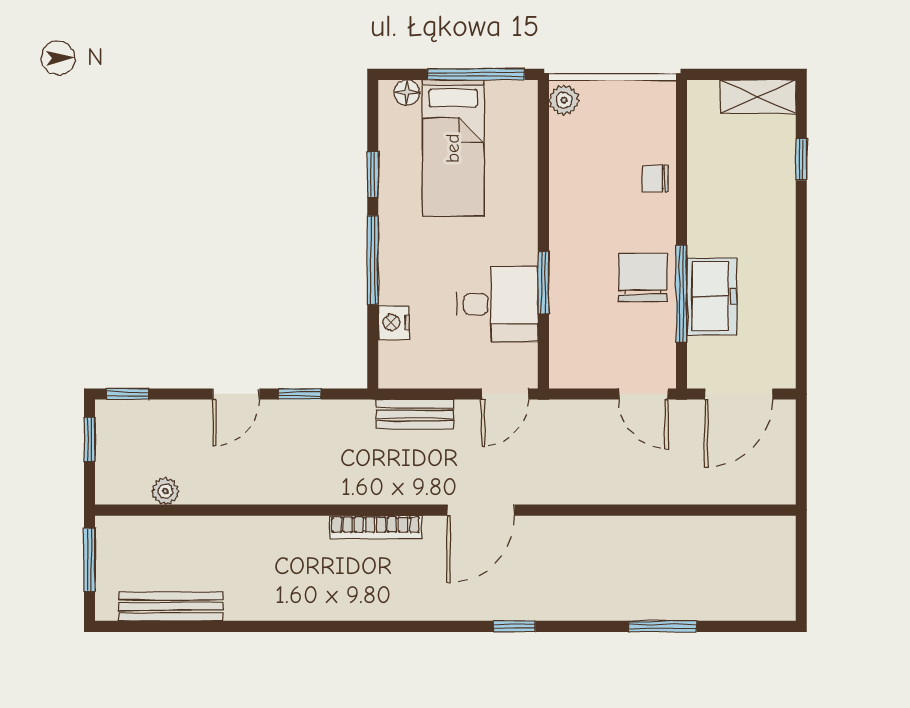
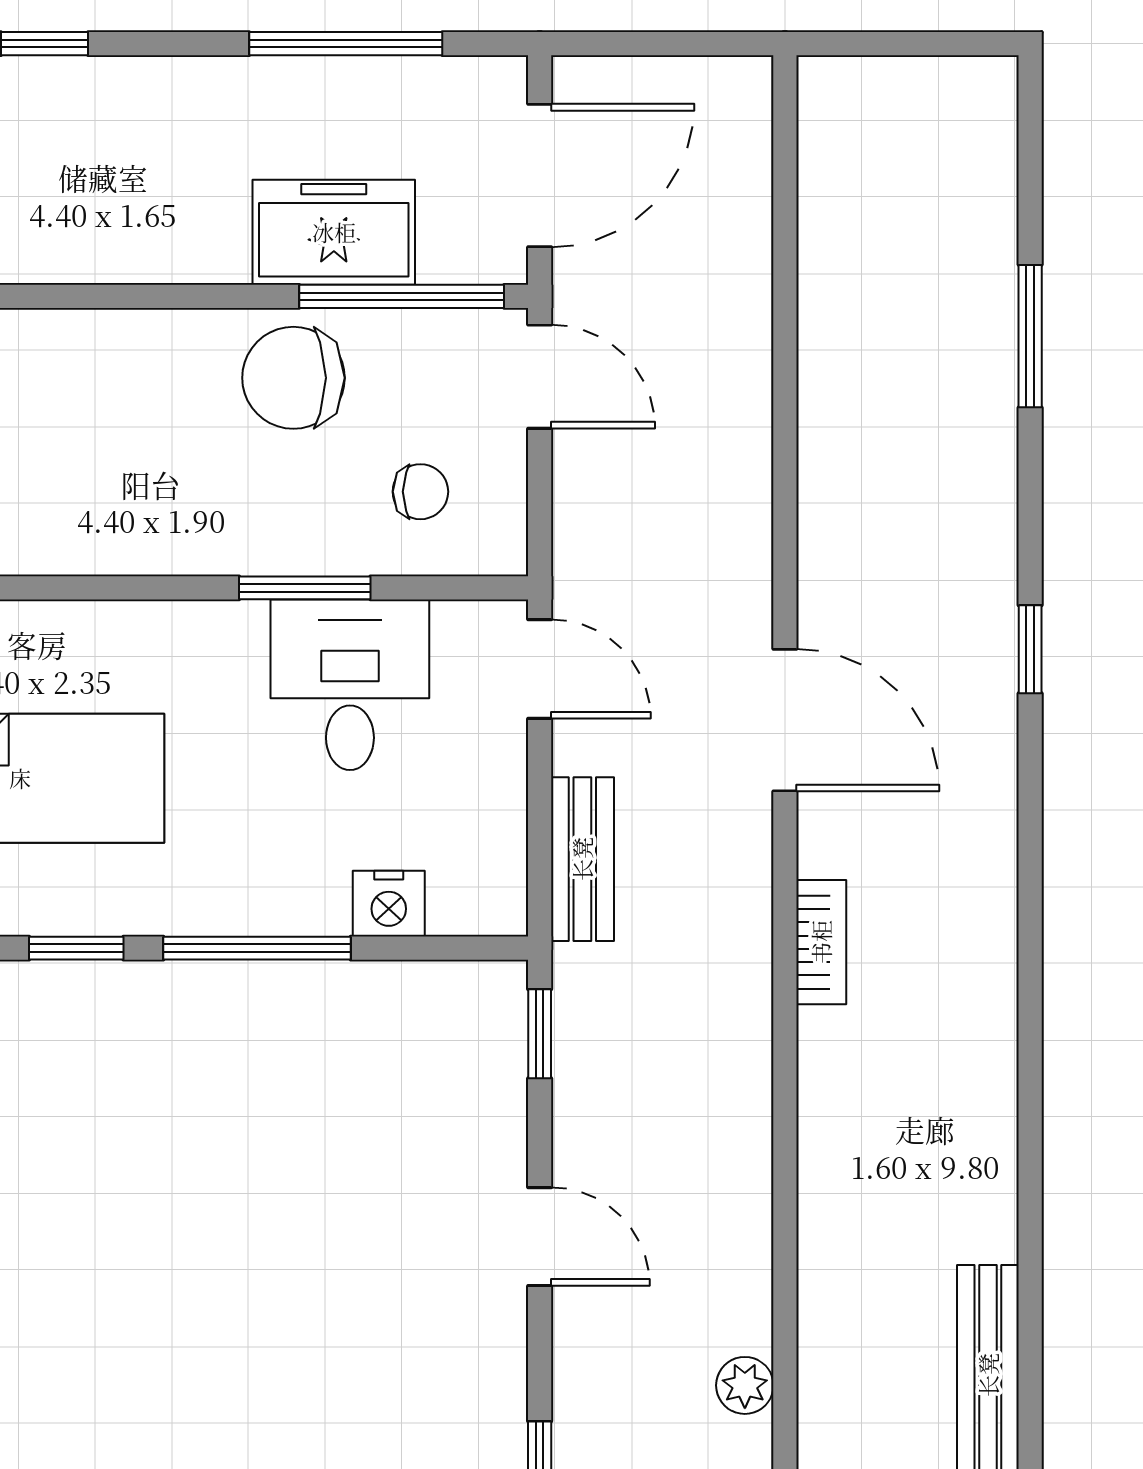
chair: (655, 179) -> (420, 492), moved, turned -90
window: (681, 294) -> (402, 296), moved
window: (801, 302) -> (346, 44), added
window: (300, 394) -> (540, 1034), moved
door: (643, 394) -> (540, 377), hinge flipped
door: (739, 394) -> (540, 175), hinge flipped
bookcase: (376, 527) -> (821, 942), width x0.64

